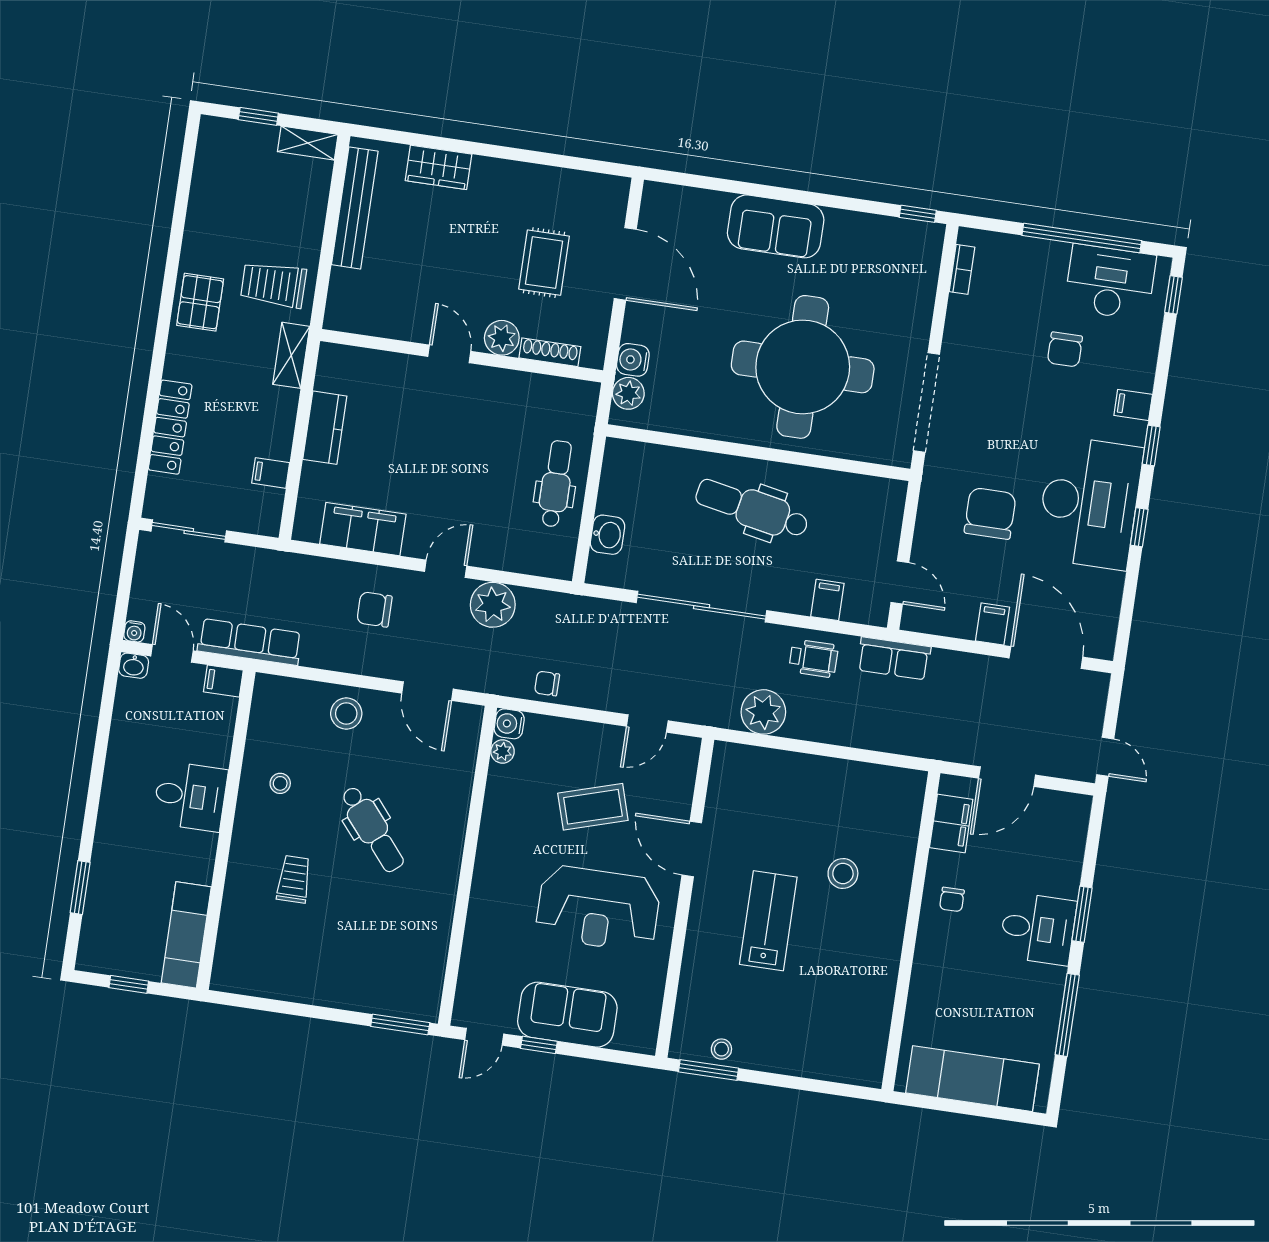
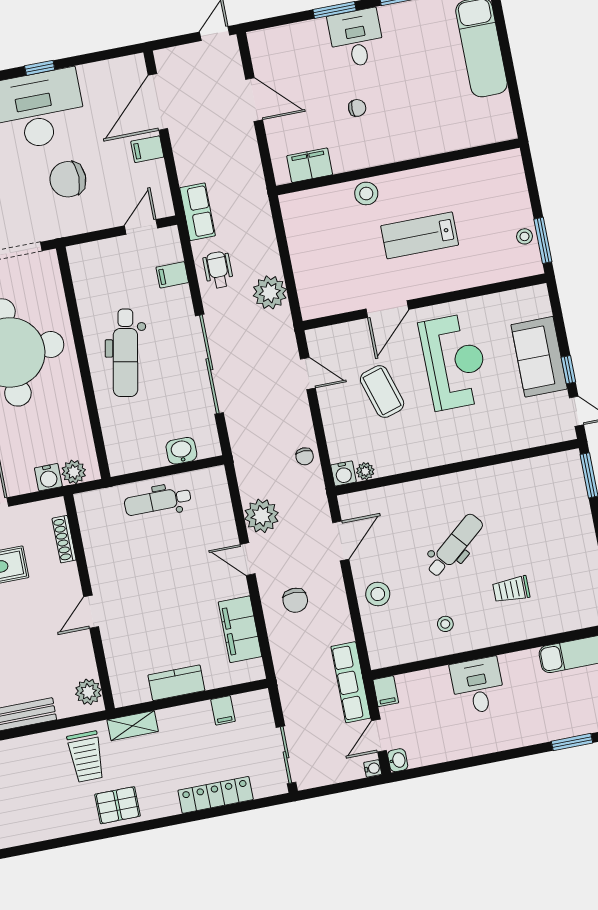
plant: (502, 338) -> (88, 692), moved
filing cabinet: (951, 823) -> (310, 165), moved
wall: (911, 931) -> (398, 167), moved

